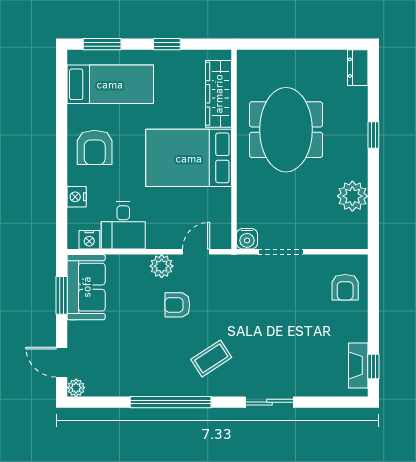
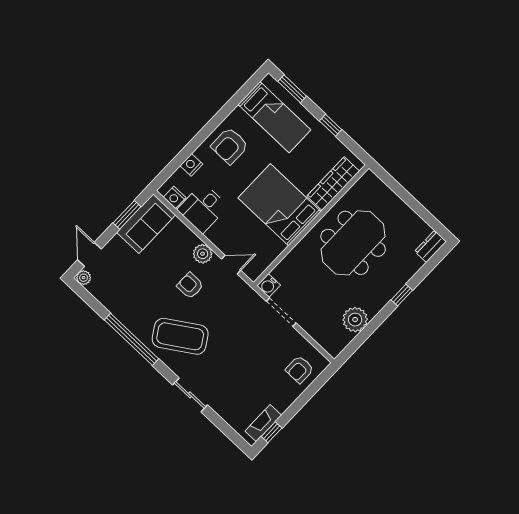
coffee table: (211, 358) -> (180, 336), width x1.86, depth x1.72

